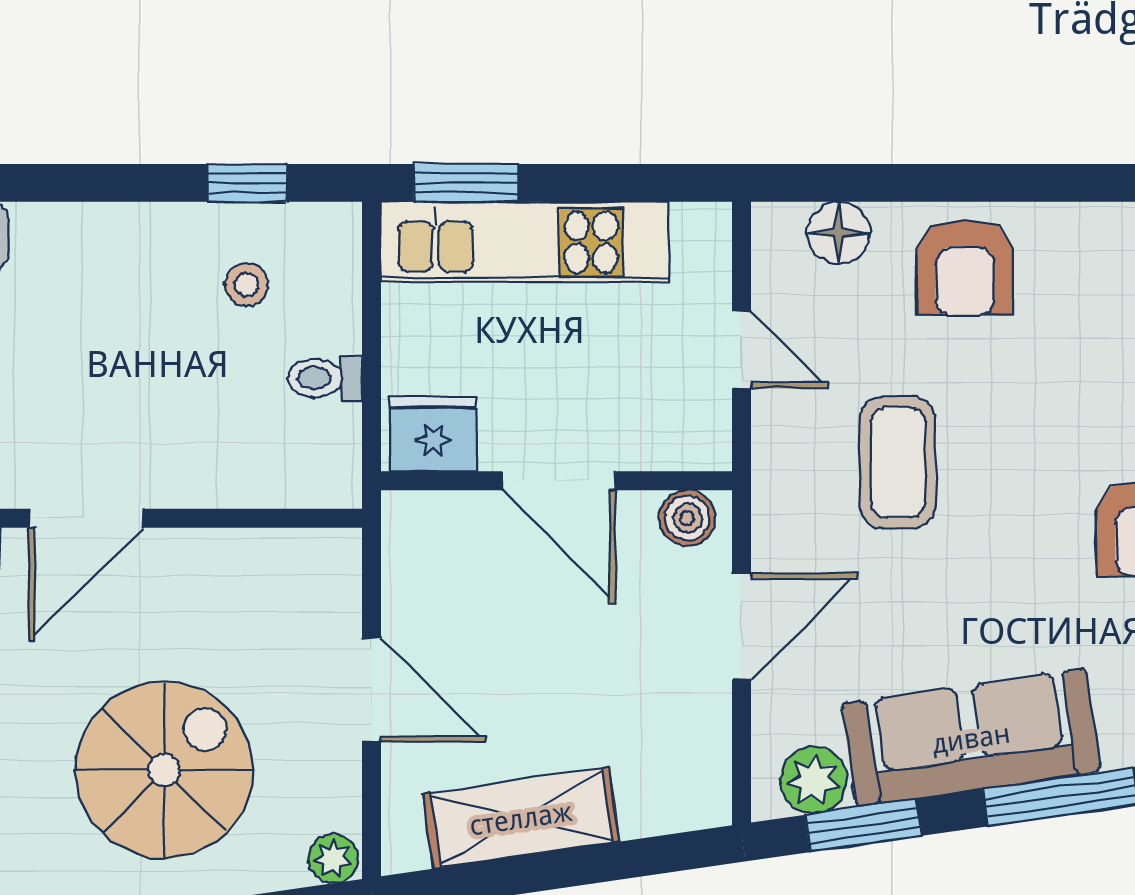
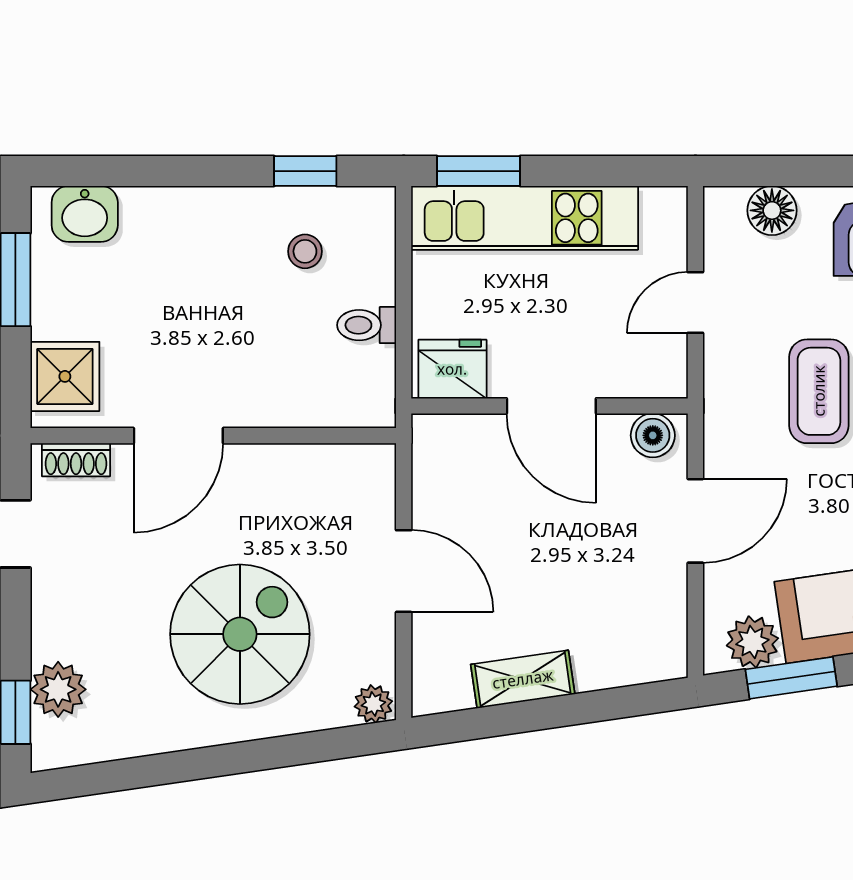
door: (741, 350) -> (695, 303), swing flipped
shelving: (521, 818) -> (523, 679), width x0.67, depth x0.75

